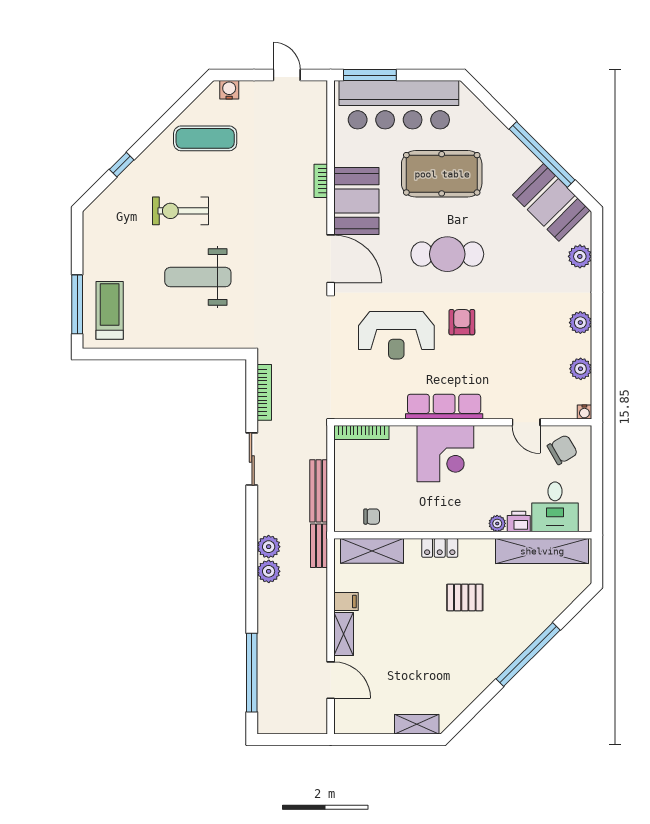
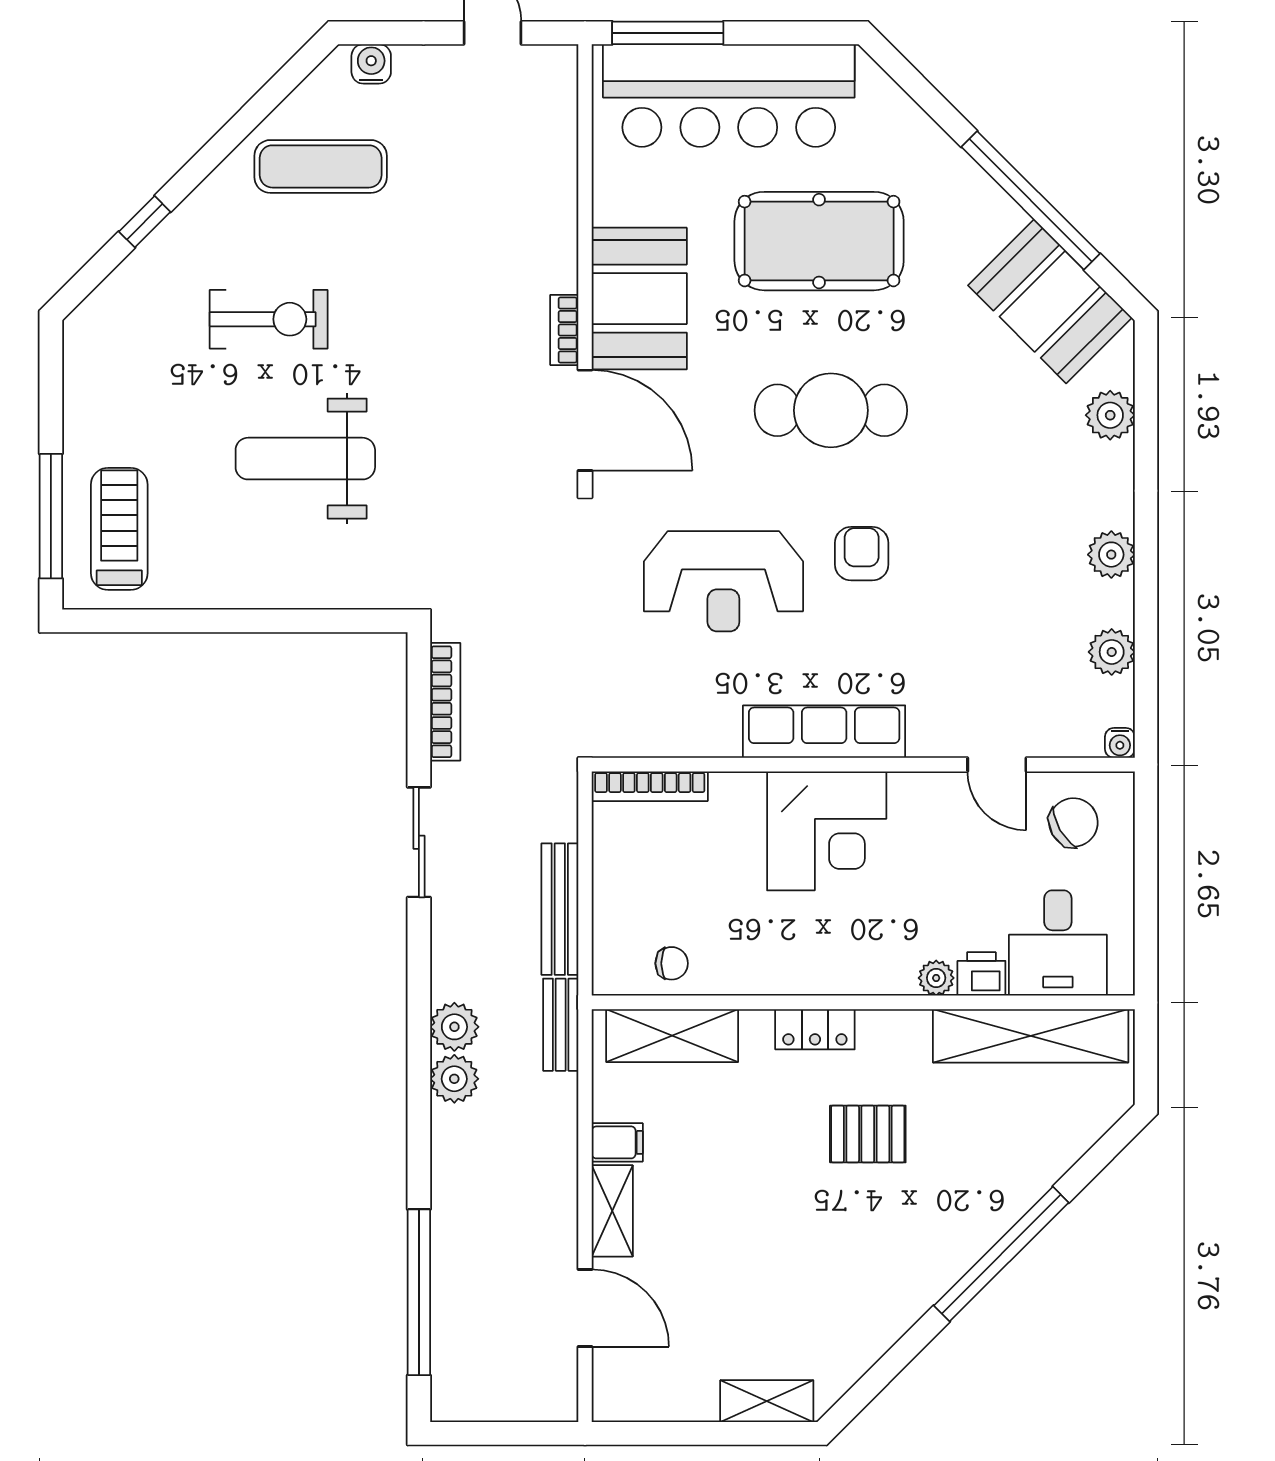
bookcase: (321, 181) -> (564, 330), moved
exercise bike: (180, 211) -> (269, 319), turned 180

